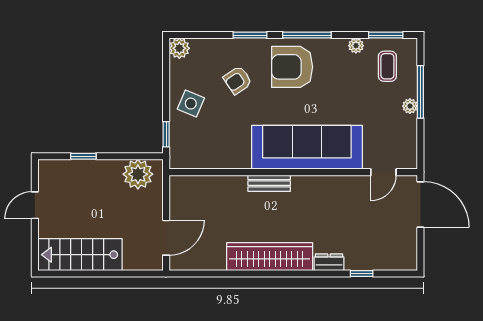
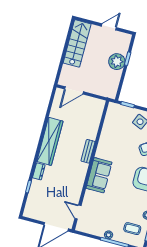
sofa: (307, 147) -> (99, 175), width x0.54, depth x0.79
plant: (138, 174) -> (117, 62), moved
door: (35, 205) -> (109, 27), hinge flipped
door: (166, 238) -> (74, 90), hinge flipped

